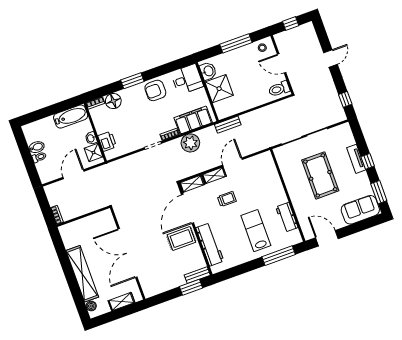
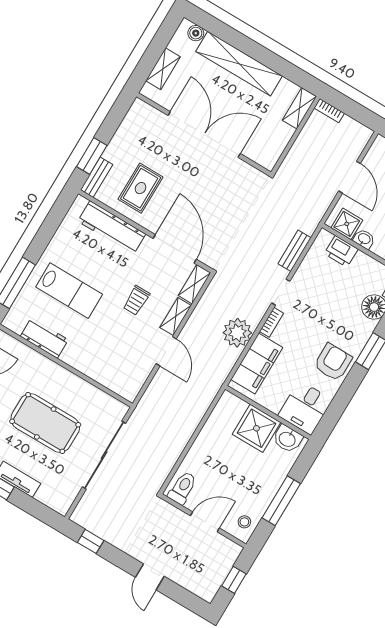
bench: (228, 125) -> (295, 251), moved
shelving: (71, 228) -> (299, 108), added
rug: (181, 239) -> (141, 188), moved

